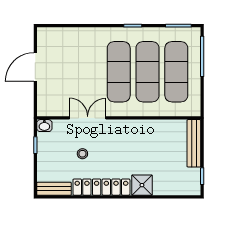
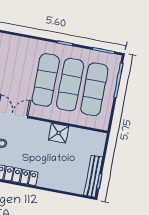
bench: (194, 143) -> (93, 176), moved
shower: (142, 185) -> (59, 133), moved

